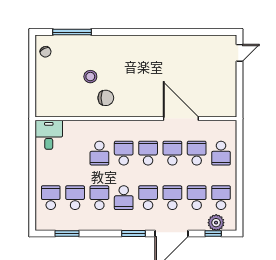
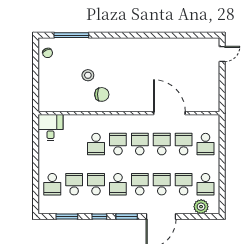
school desk: (51, 198) -> (52, 184), turned 180
school desk: (221, 198) -> (205, 184), turned 180
window: (213, 234) -> (99, 216), moved

